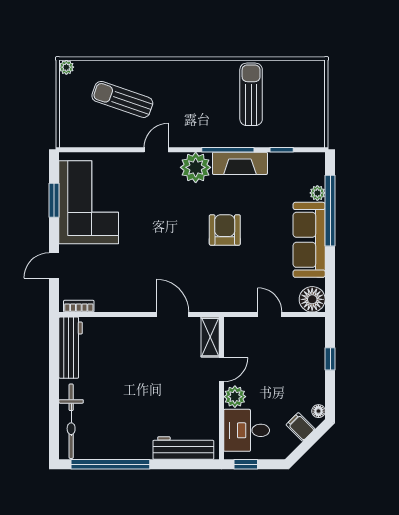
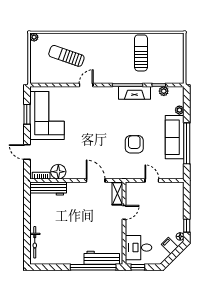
plant: (196, 167) -> (164, 91), moved, width x0.53, depth x0.53
window: (330, 211) -> (187, 143), moved
armchair: (225, 230) -> (134, 144), moved
door: (54, 265) -> (27, 152), hinge flipped
floor lamp: (312, 299) -> (58, 172), moved
workbench: (71, 348) -> (48, 189), moved, turned 90
window: (330, 359) -> (187, 226), moved
plant: (235, 397) -> (132, 228), removed
bicycle: (71, 421) -> (35, 242), width x0.73, depth x0.71
window: (110, 464) -> (93, 267), moved

